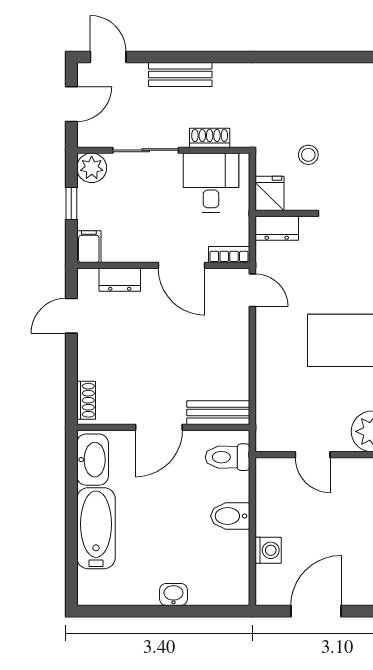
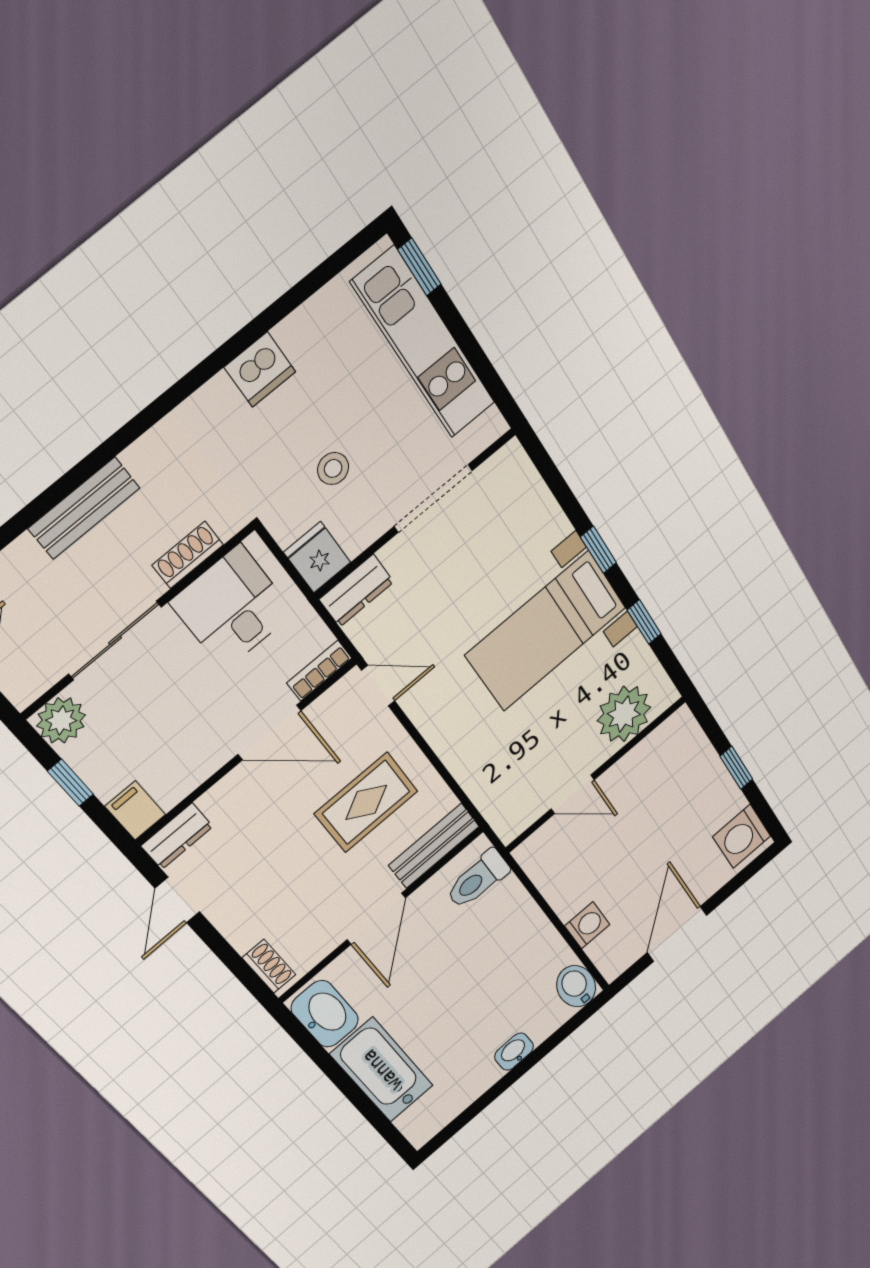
dishwasher: (307, 77) -> (260, 369), added
dresser: (120, 280) -> (177, 836), moved
rug: (201, 352) -> (366, 802), added
bidet: (230, 516) -> (576, 986), moved, turned 90

